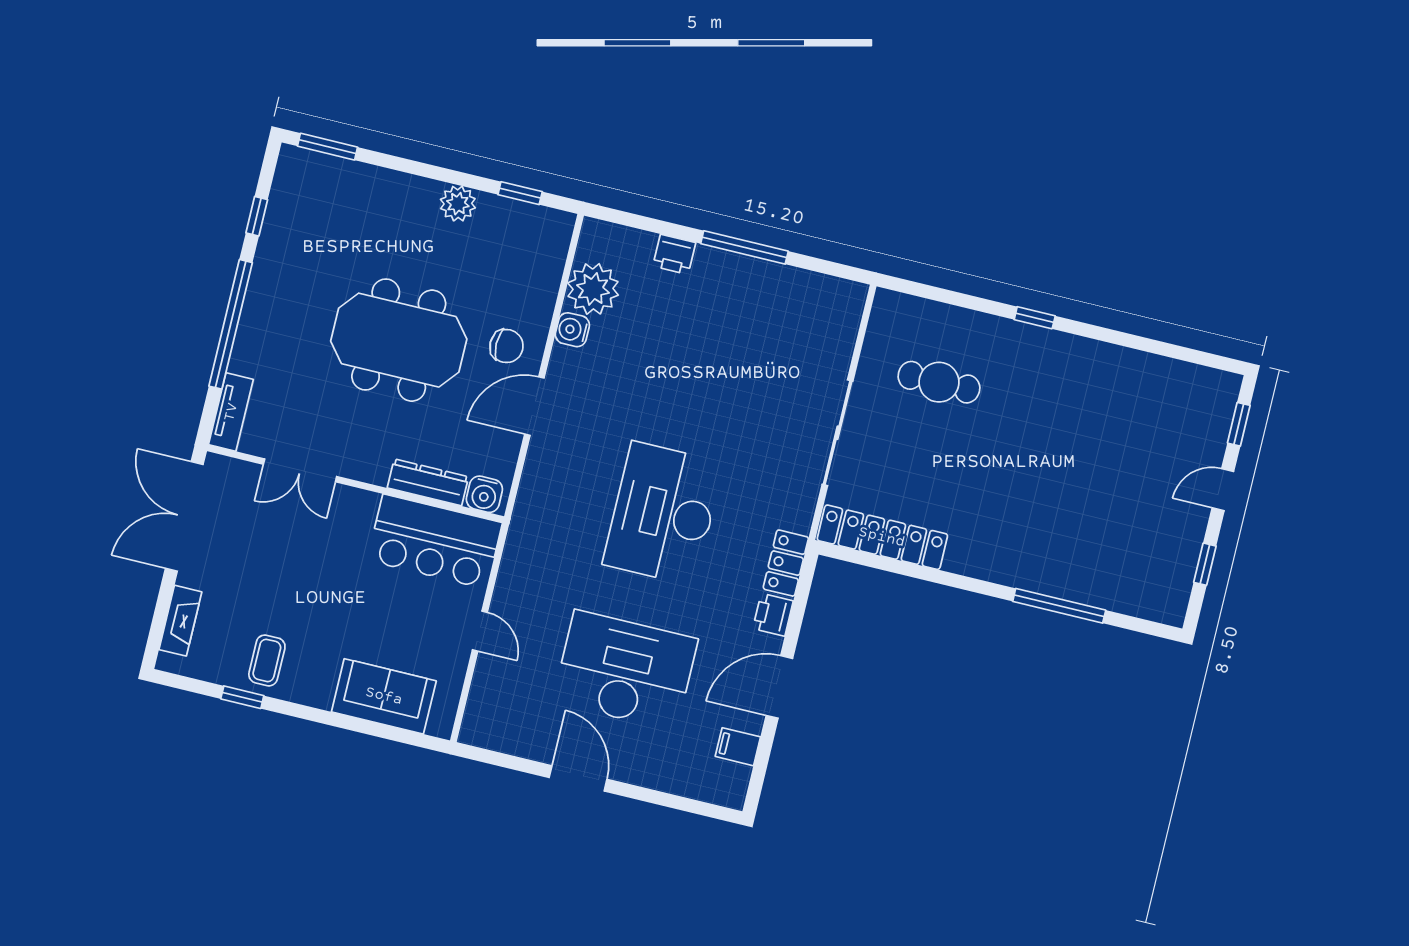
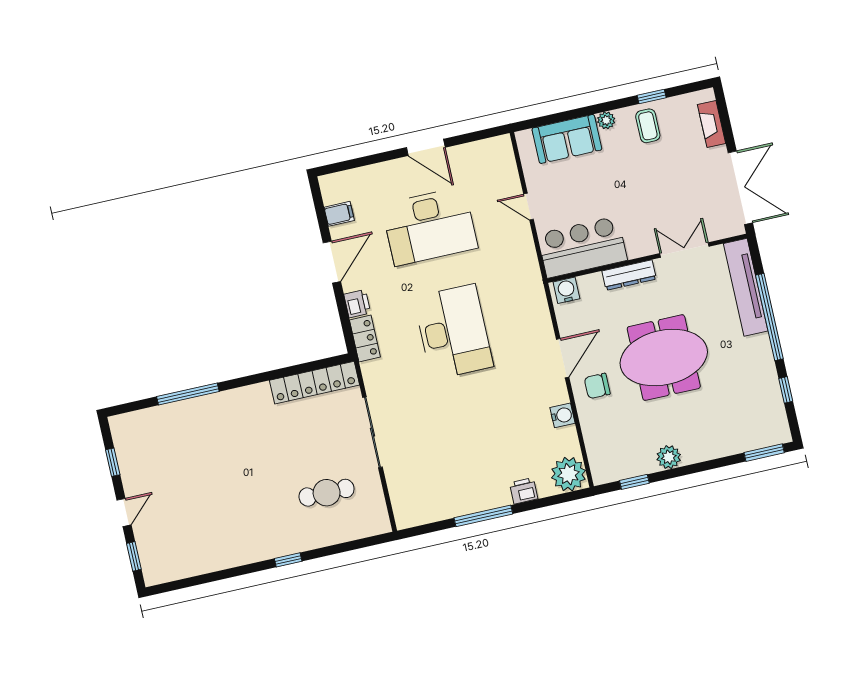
plant: (593, 289) -> (569, 474), moved
tv unit: (231, 412) -> (746, 287), width x1.92, depth x1.29
dresser: (428, 482) -> (629, 275), moved
plant: (319, 695) -> (606, 120), added

